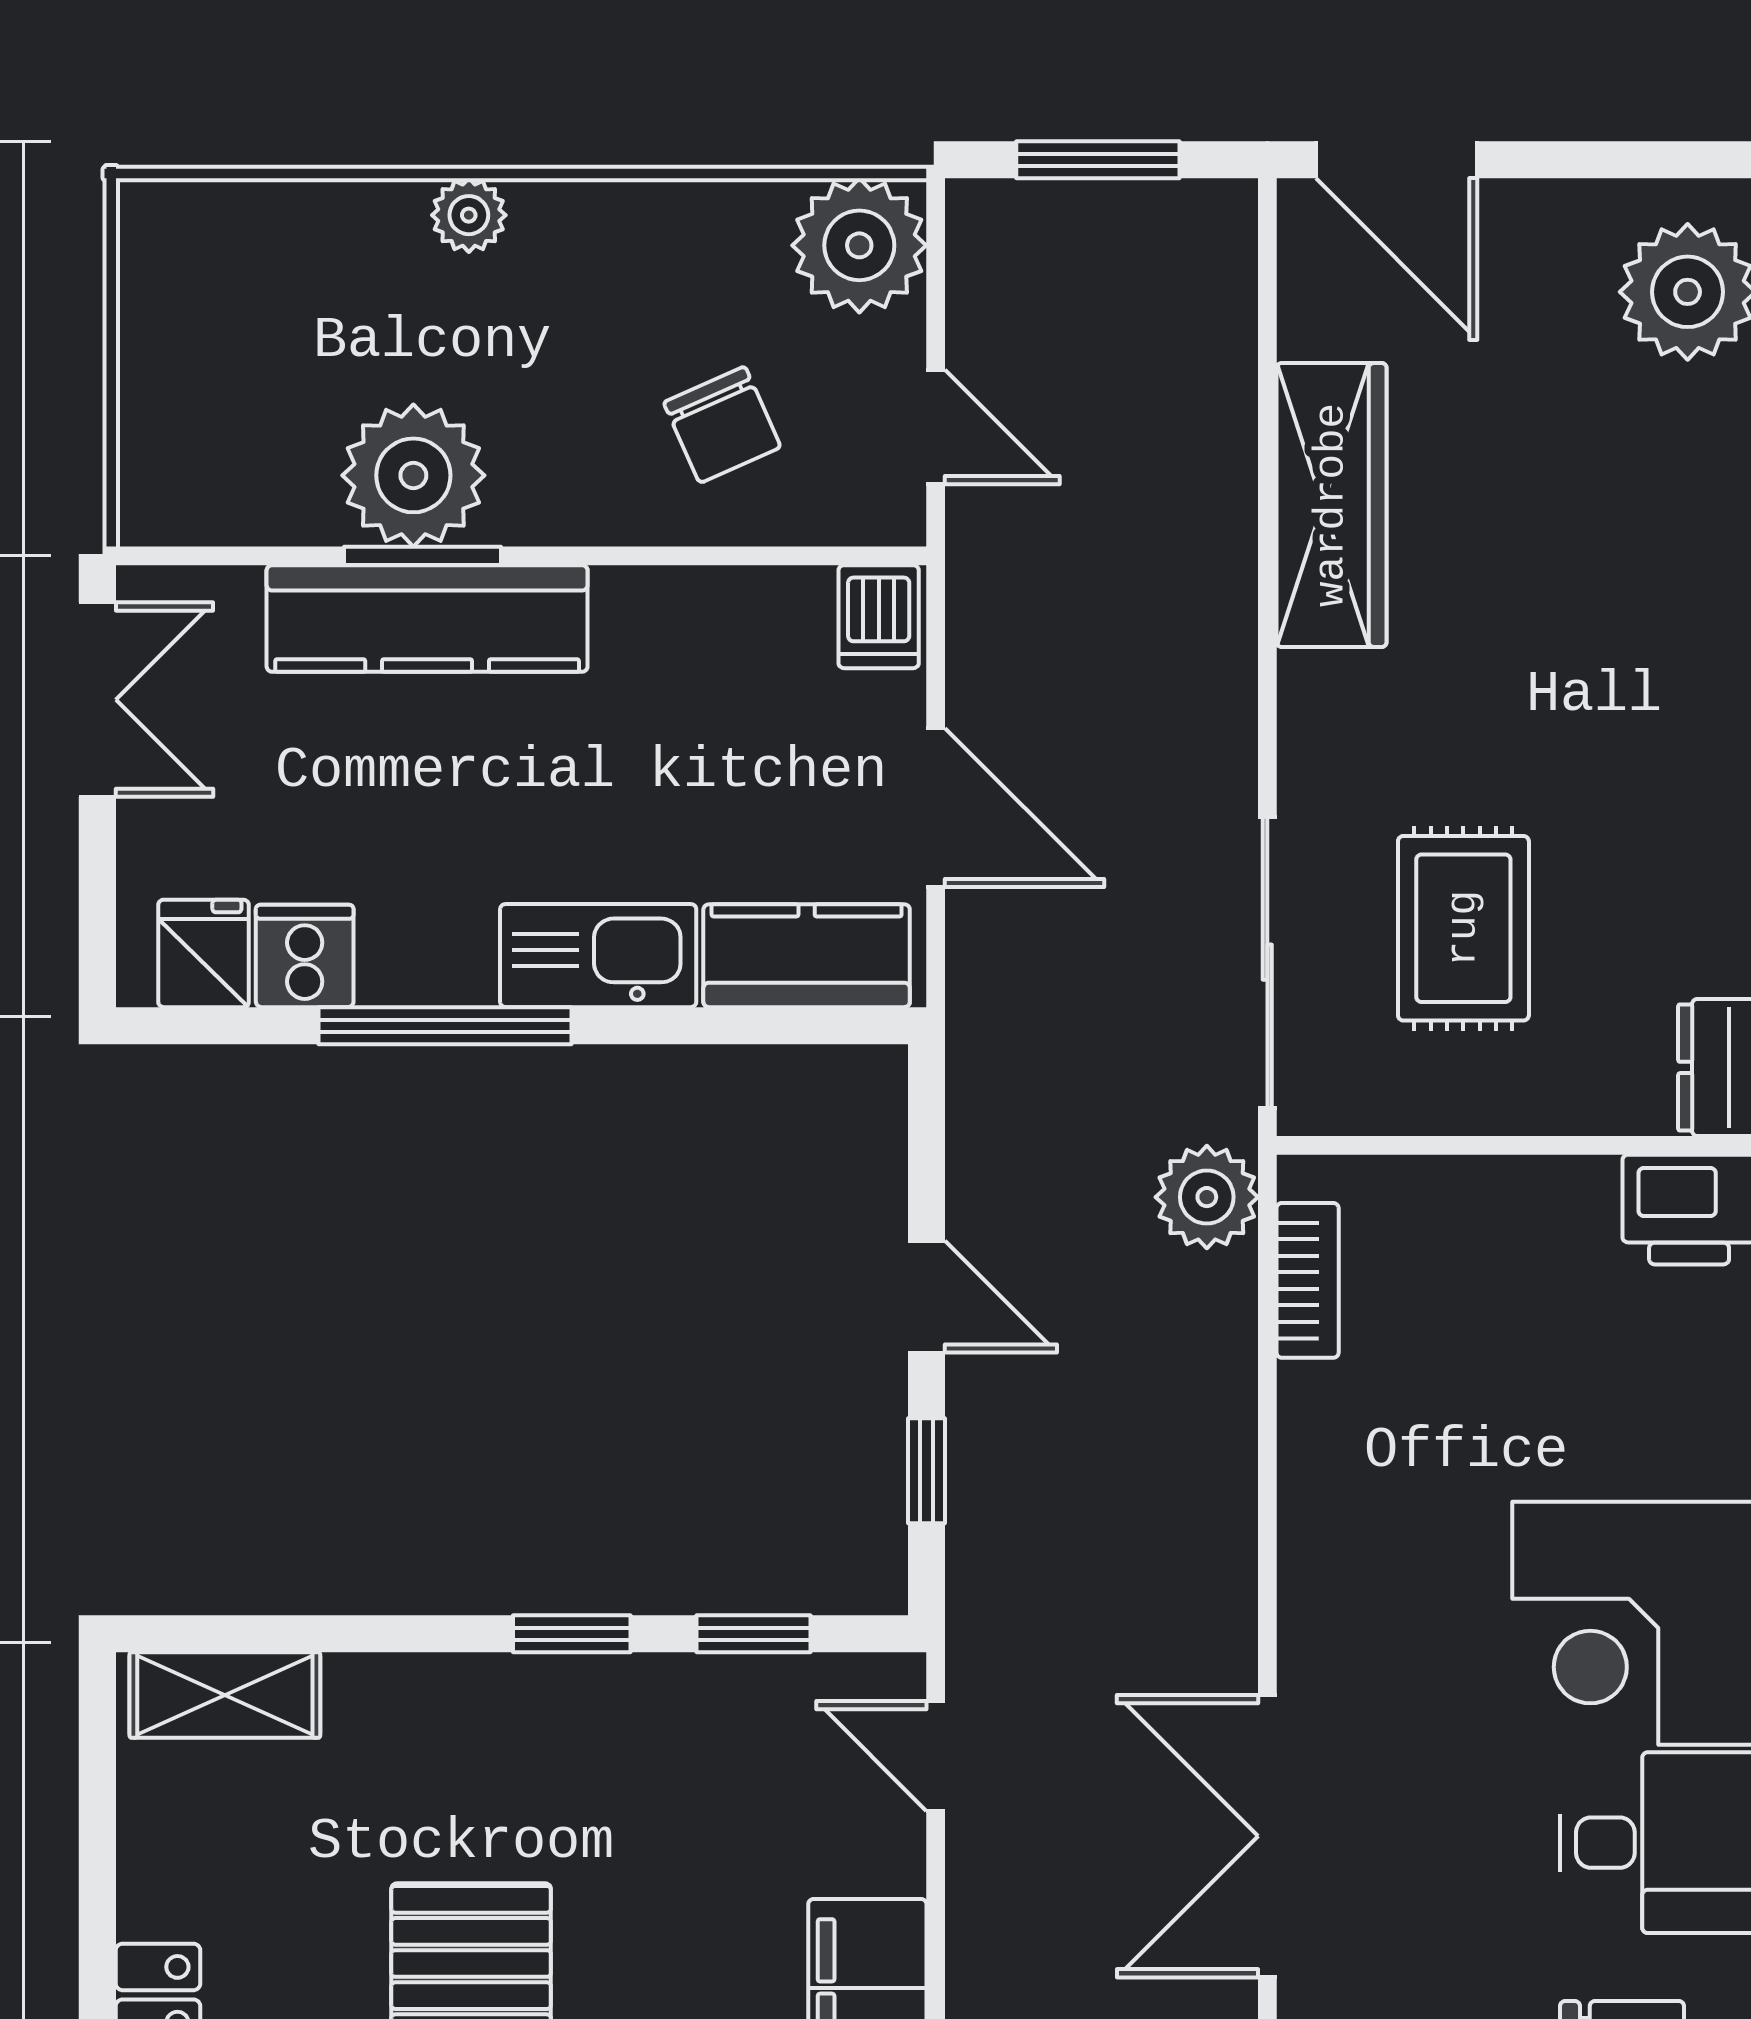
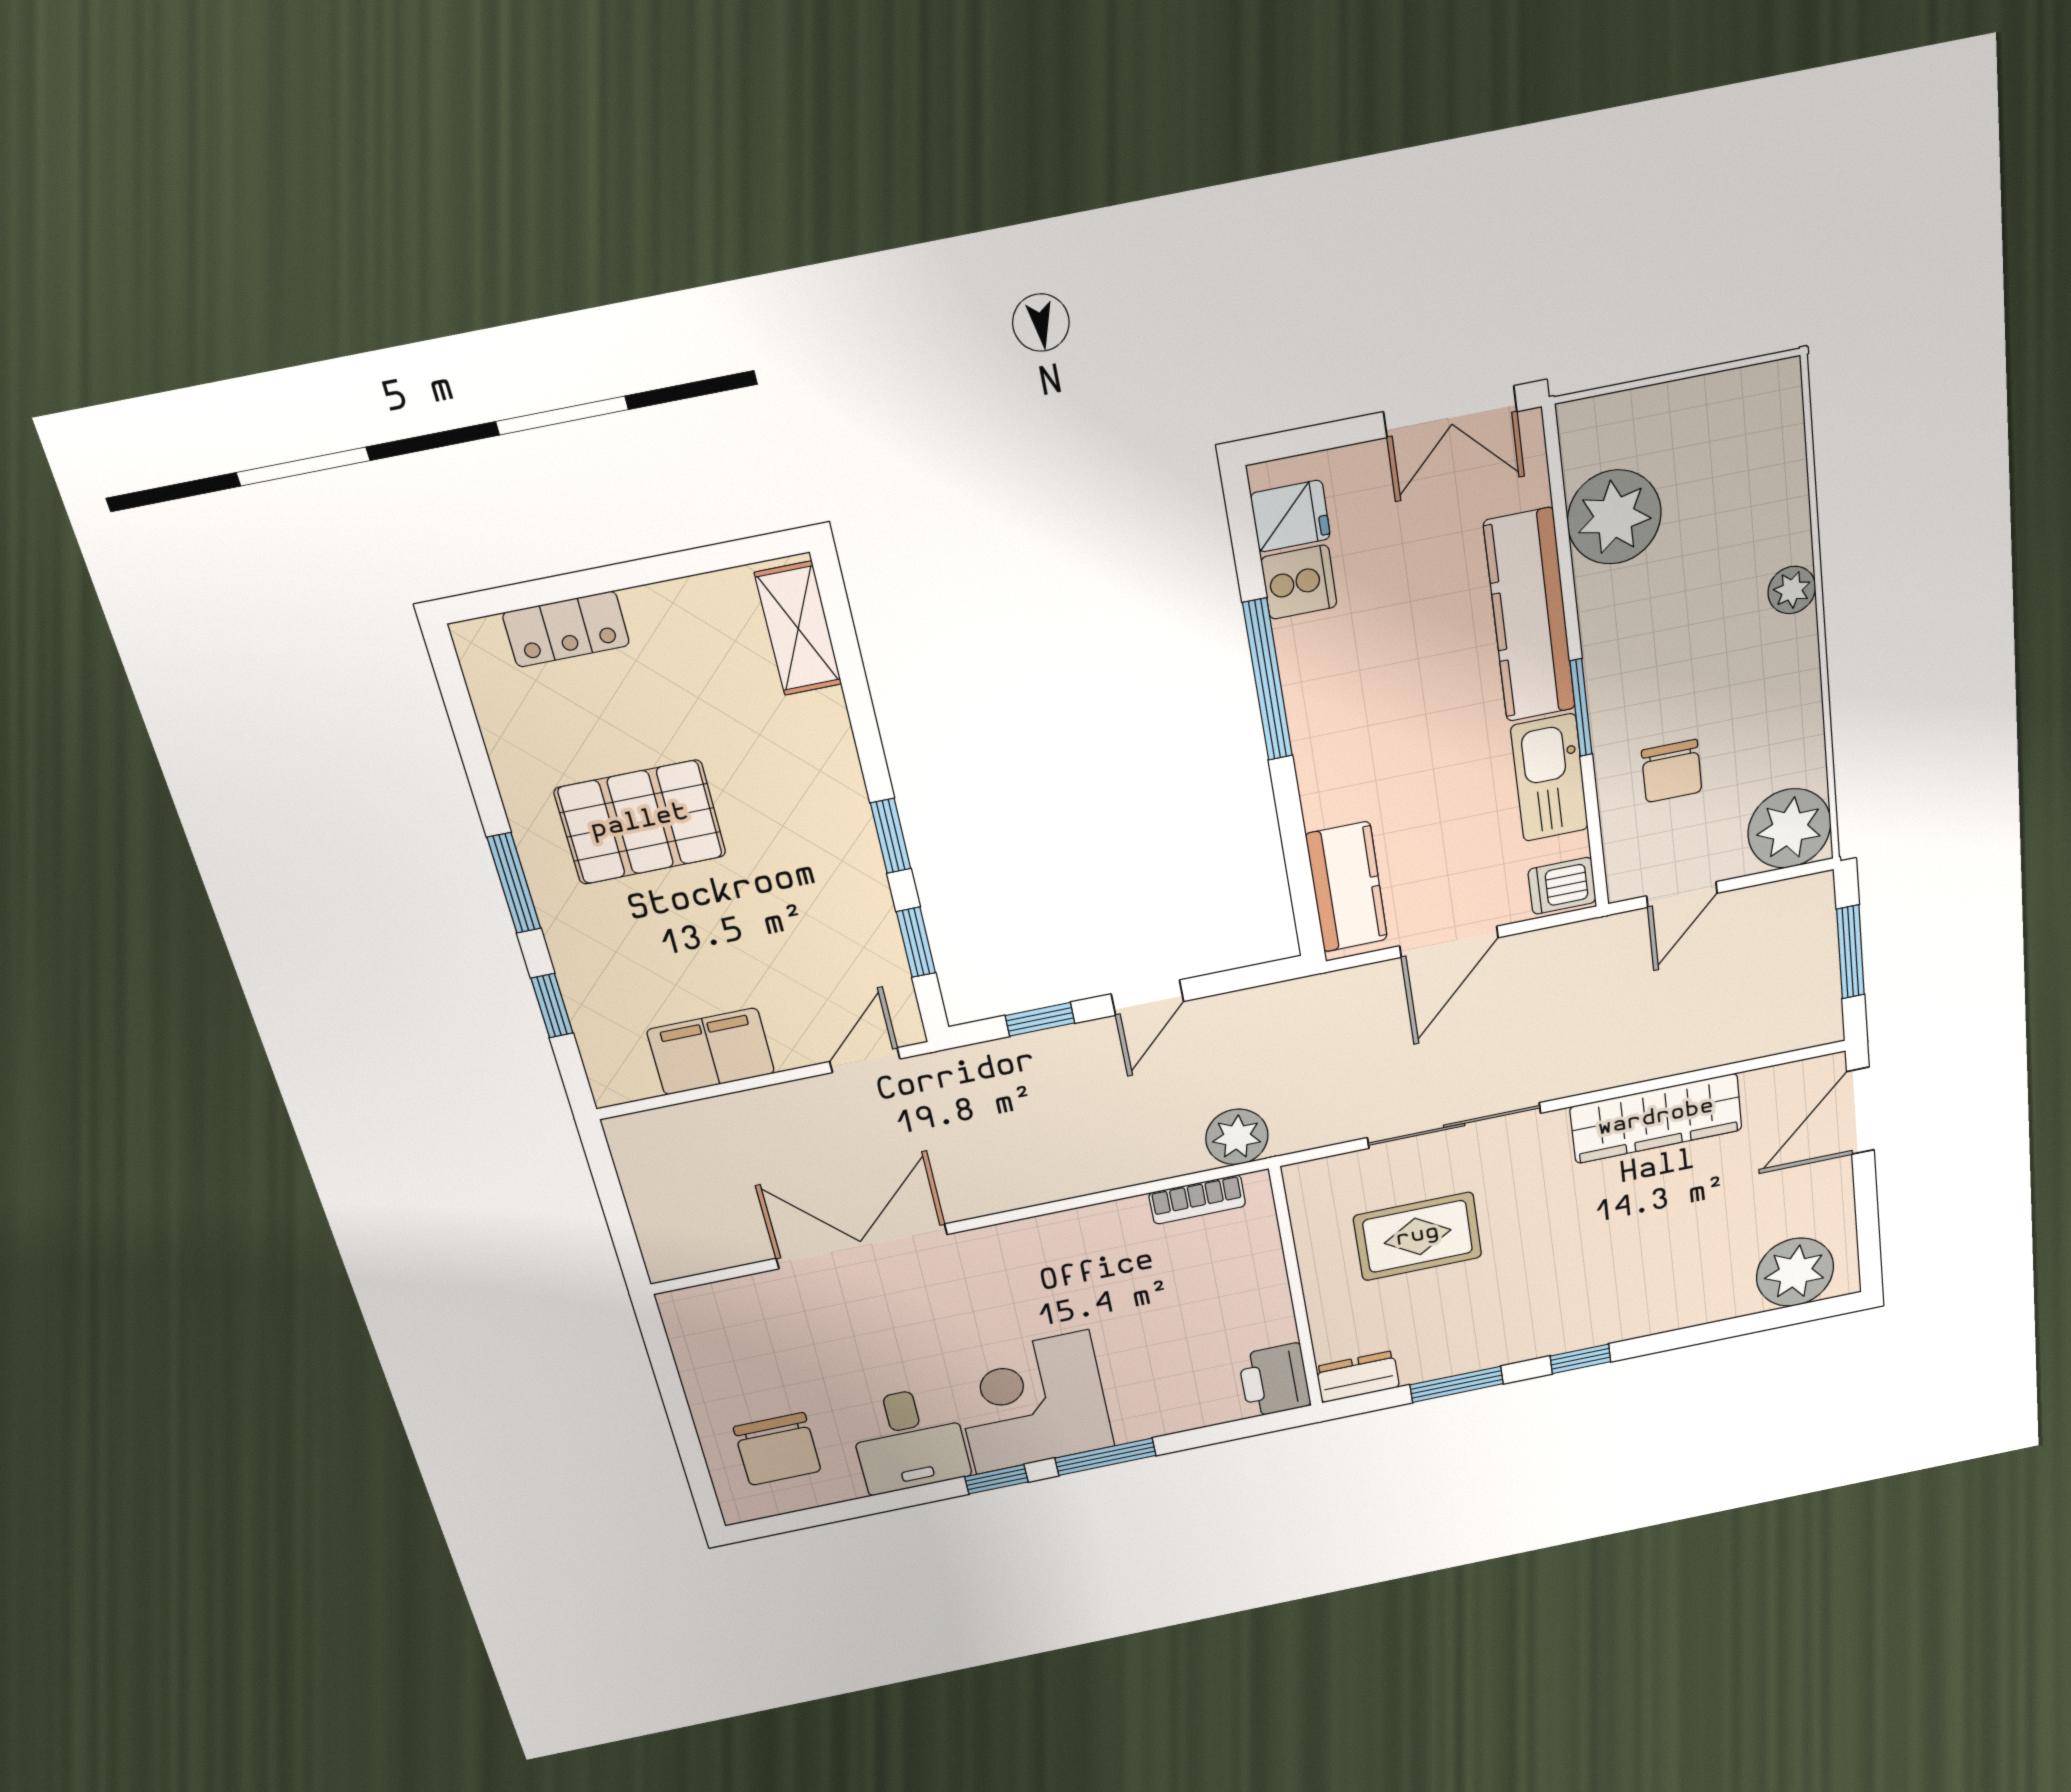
chair: (722, 425) -> (1672, 771), turned -66
plant: (413, 475) -> (1614, 517), moved
window: (422, 556) -> (1581, 708), moved
kitchen sink: (598, 956) -> (1550, 778), moved, turned 180
sliding door: (1267, 962) -> (1454, 1125), moved

